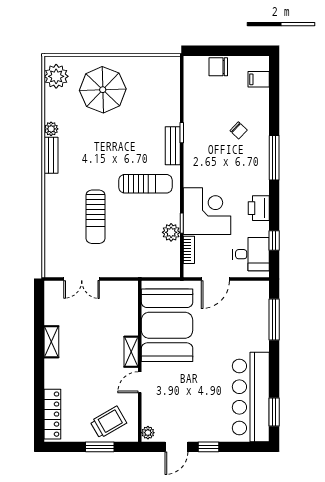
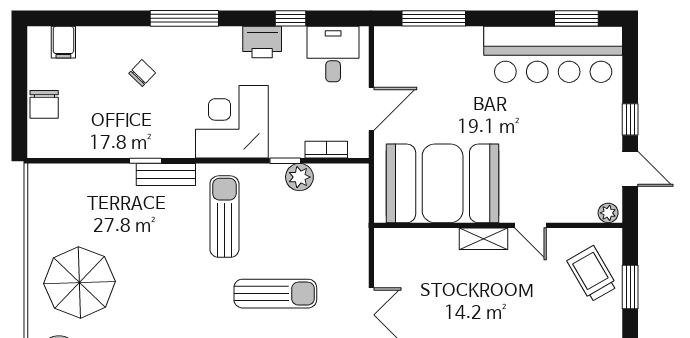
corner desk: (207, 211) -> (232, 122), moved
window: (274, 240) -> (290, 18), moved
door: (215, 279) -> (371, 109), hinge flipped

